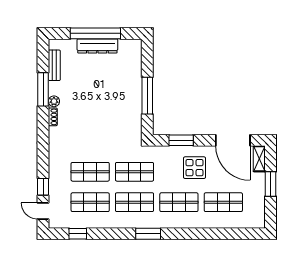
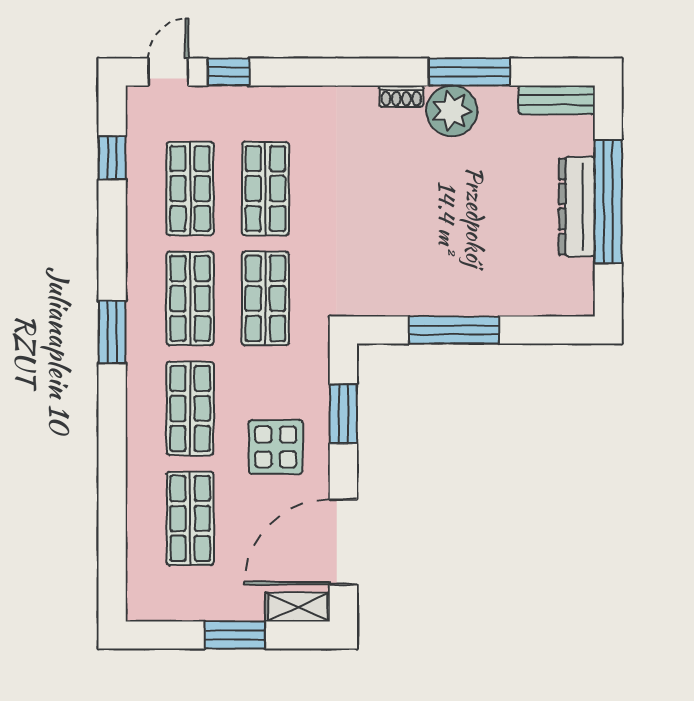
bench: (54, 65) -> (557, 100), moved
plant: (54, 101) -> (452, 111), width x1.87, depth x1.87

